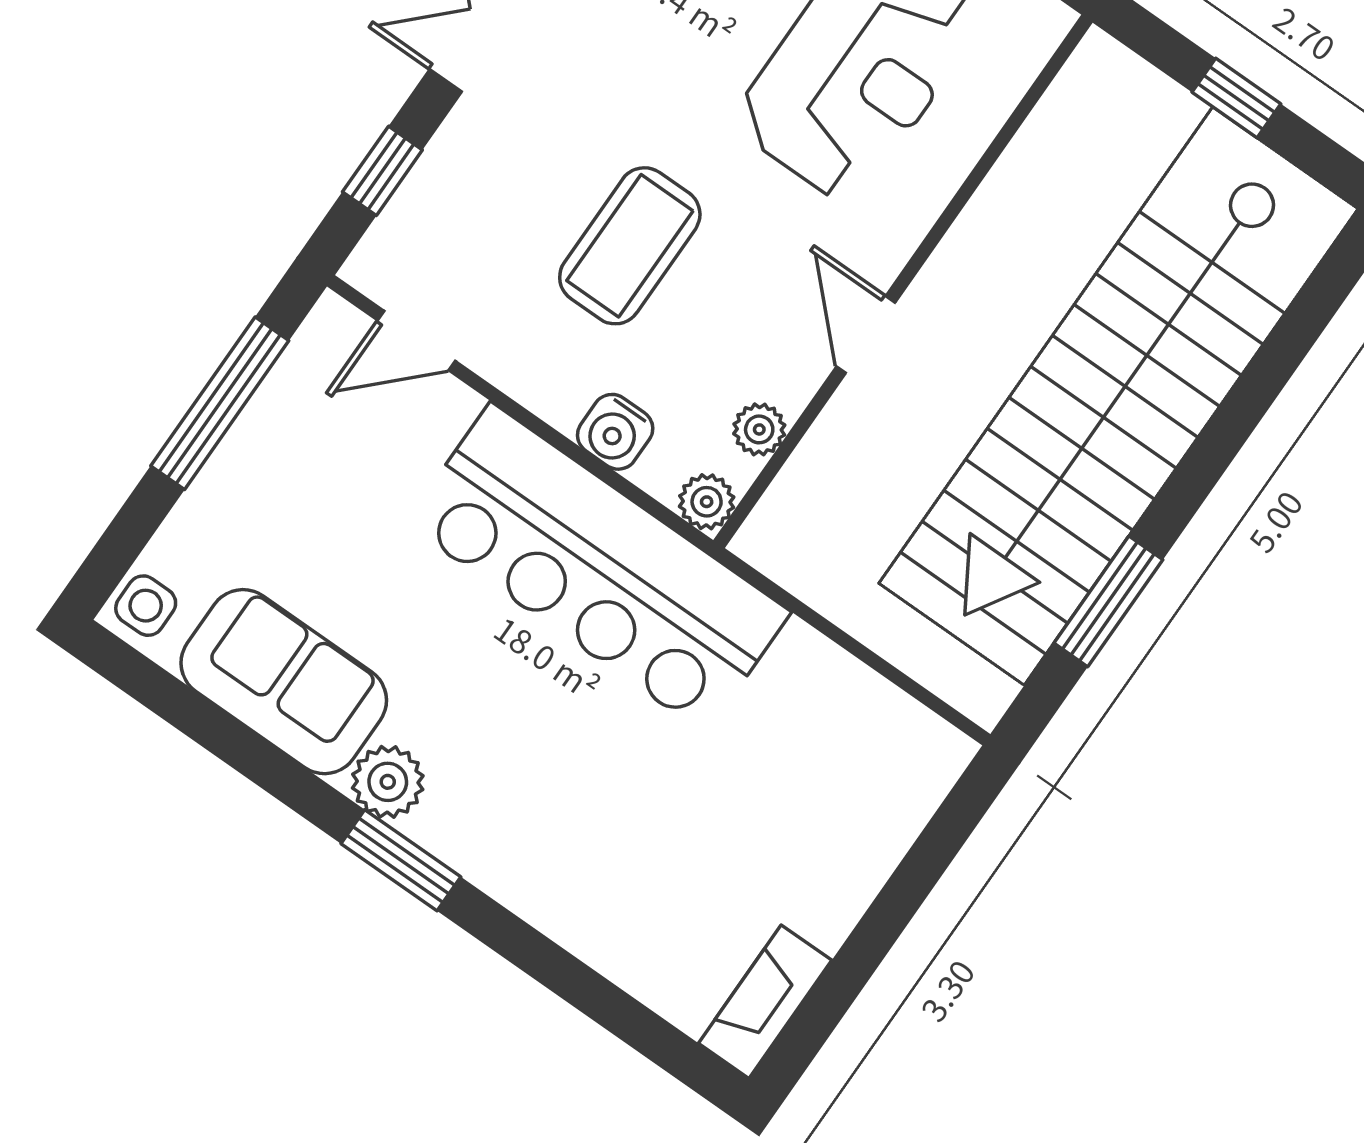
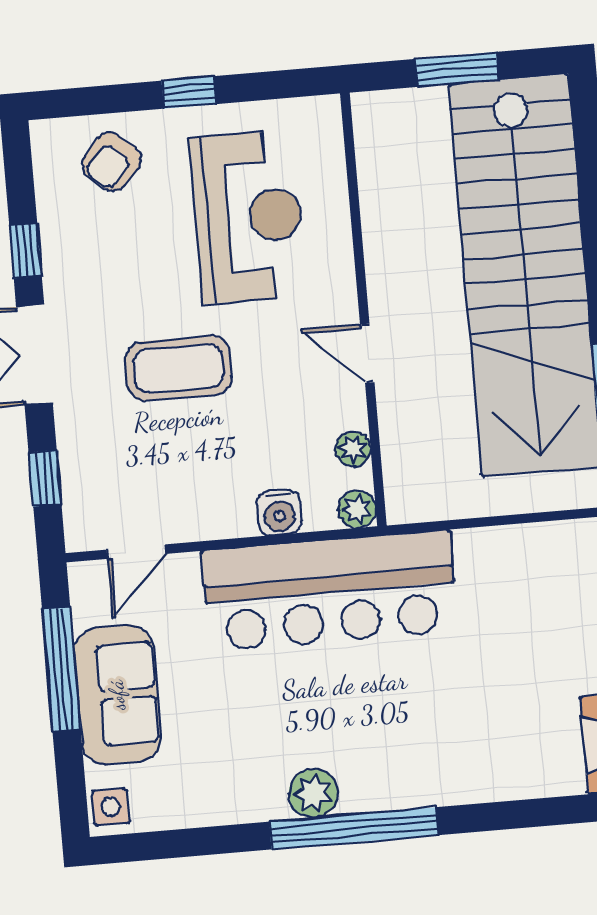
window: (1236, 98) -> (457, 69), width x1.50
coffee table: (630, 246) -> (178, 368), moved, turned 90
sofa: (284, 682) -> (117, 695), moved, turned 90
window: (401, 860) -> (354, 828), width x2.11

